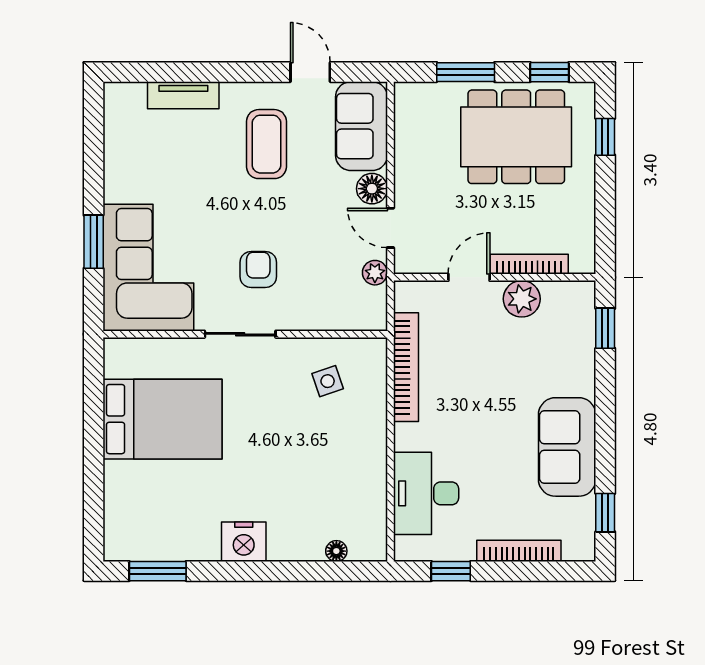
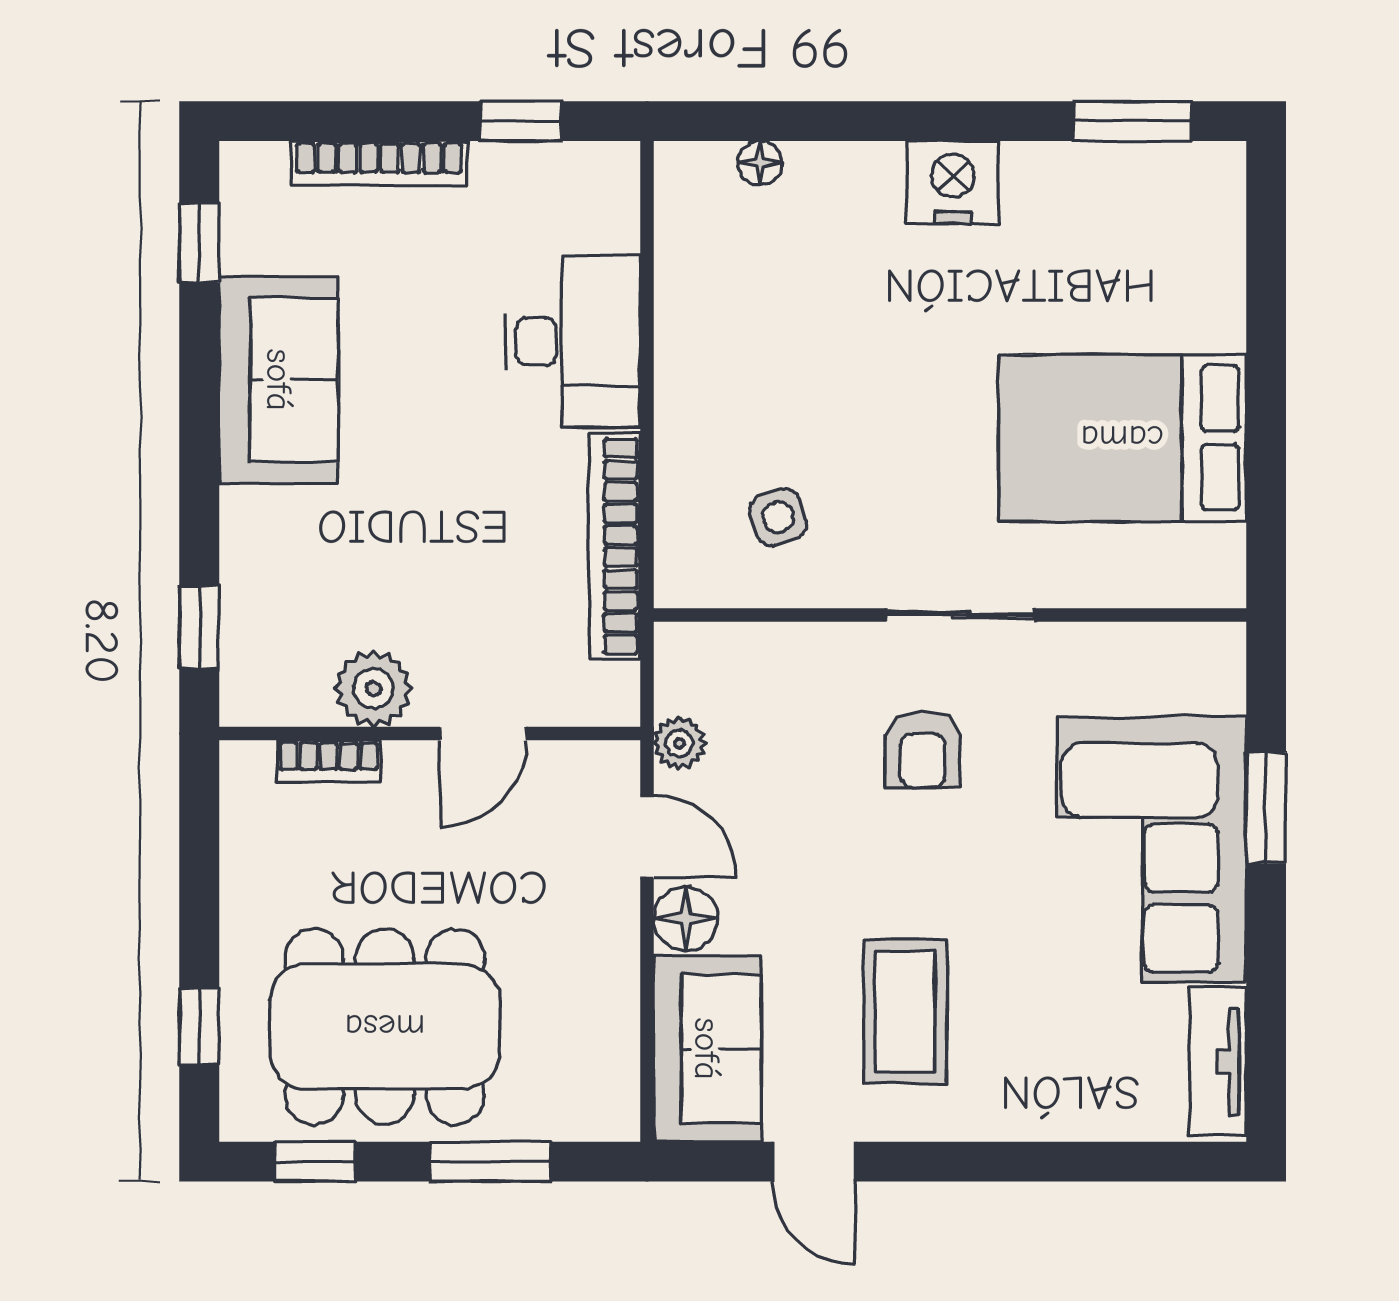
tv unit: (183, 95) -> (1218, 1061), moved, turned -90
bookcase: (529, 264) -> (329, 761), width x0.64
corner sofa: (148, 268) -> (1152, 849), moved
desk: (426, 493) -> (573, 341), moved

